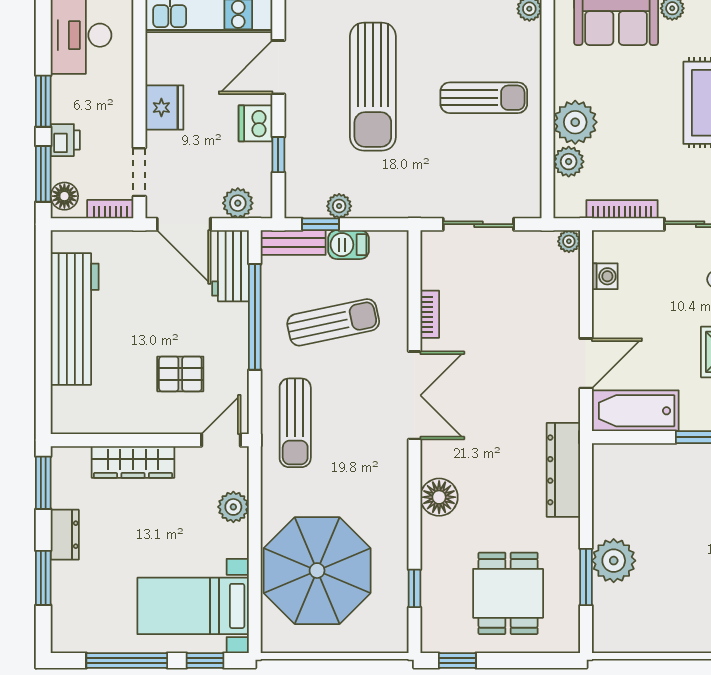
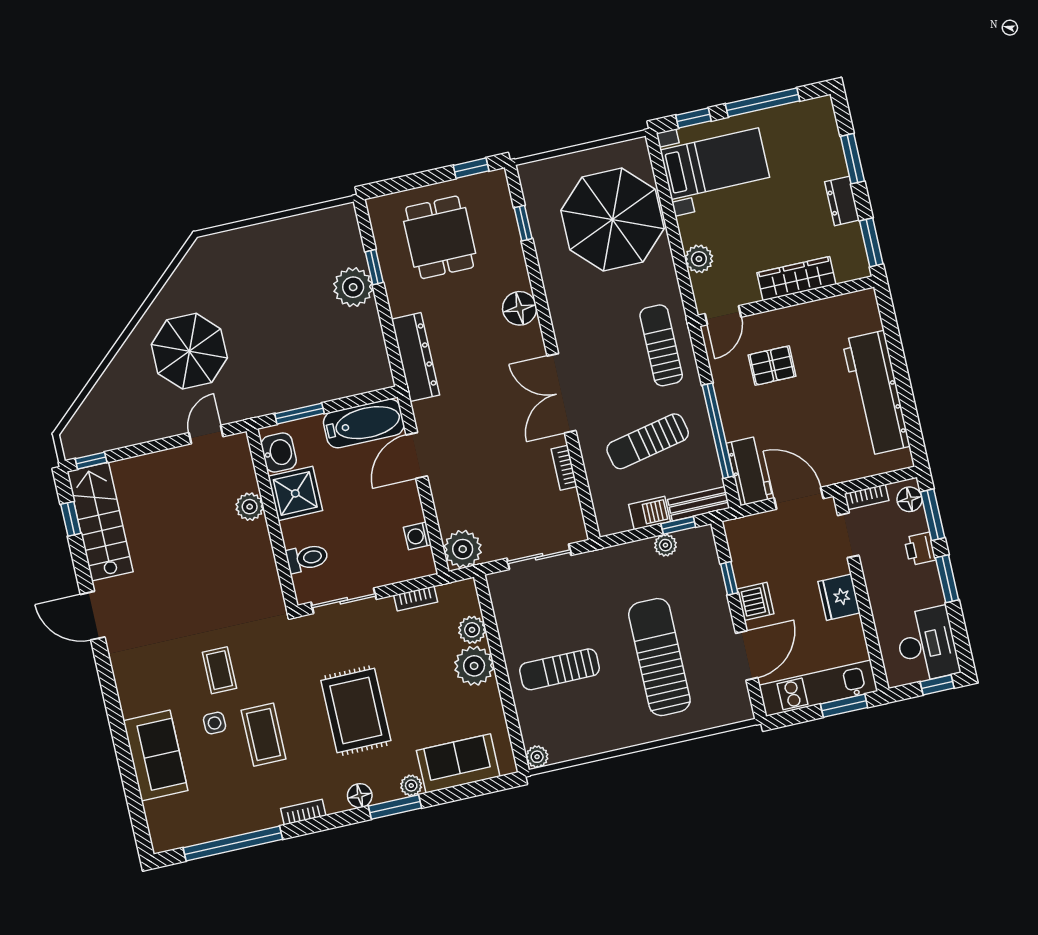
plant: (238, 203) -> (755, 528), removed
bookcase: (622, 209) -> (416, 599), width x0.64
plant: (569, 241) -> (463, 549), width x1.88, depth x1.88
window: (586, 577) -> (374, 267), width x0.67

